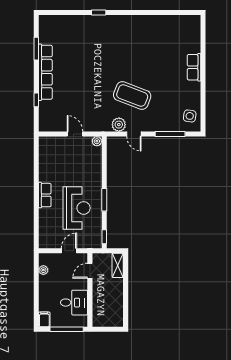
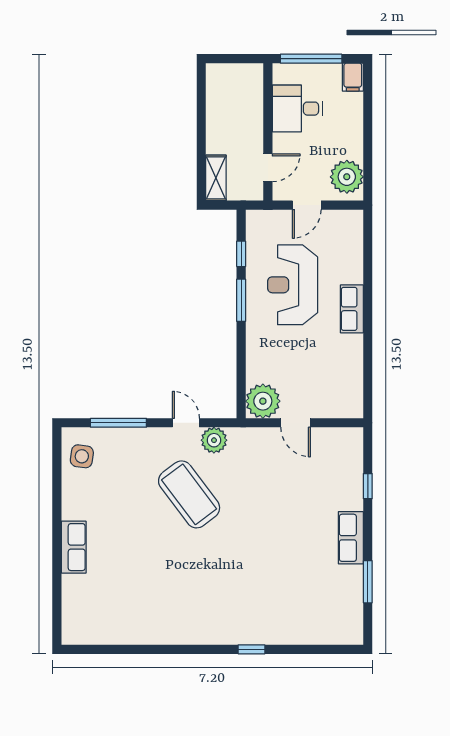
row of seats: (45, 72) -> (351, 538), width x0.50
coffee table: (132, 95) -> (189, 494), turned 32
plant: (97, 141) -> (263, 401), width x1.87, depth x1.87
window: (104, 237) -> (241, 254), moved
plant: (43, 270) -> (347, 177), width x1.88, depth x1.88

